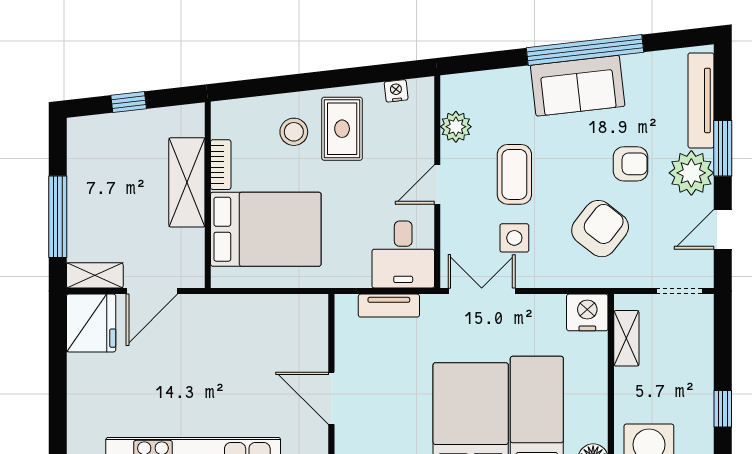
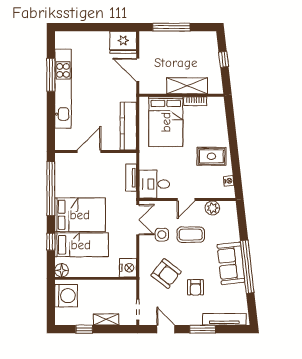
stool: (294, 132) -> (210, 134), removed
plant: (691, 173) -> (191, 315), removed
door: (437, 184) -> (186, 200), swing flipped
shelving: (95, 275) -> (145, 44), removed
kitchen counter: (275, 312) -> (128, 126), added
shelving: (626, 338) -> (106, 319), moved

